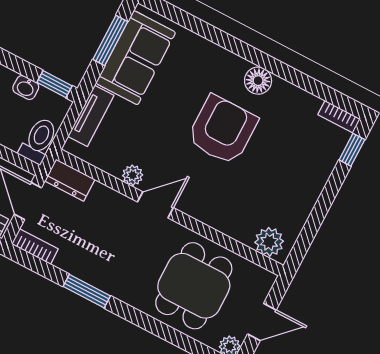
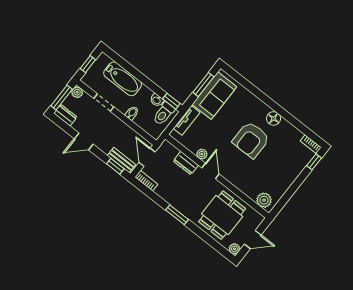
armchair: (222, 130) -> (251, 140), turned 180
toilet: (39, 140) -> (164, 114), moved, turned 180
dresser: (70, 180) -> (186, 163), moved
door: (155, 205) -> (211, 171), hinge flipped
window: (87, 291) -> (177, 215), moved

